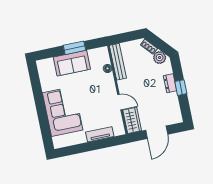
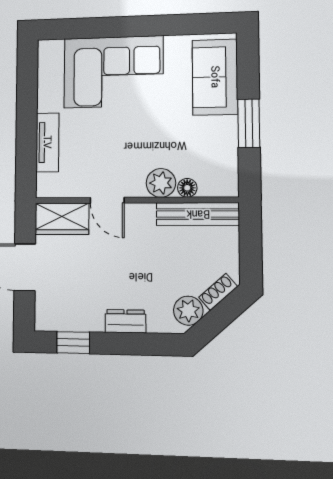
sofa: (72, 63) -> (215, 77), moved
plant: (108, 80) -> (161, 183), added
window: (181, 88) -> (73, 343), moved
door: (120, 102) -> (107, 200), hinge flipped

